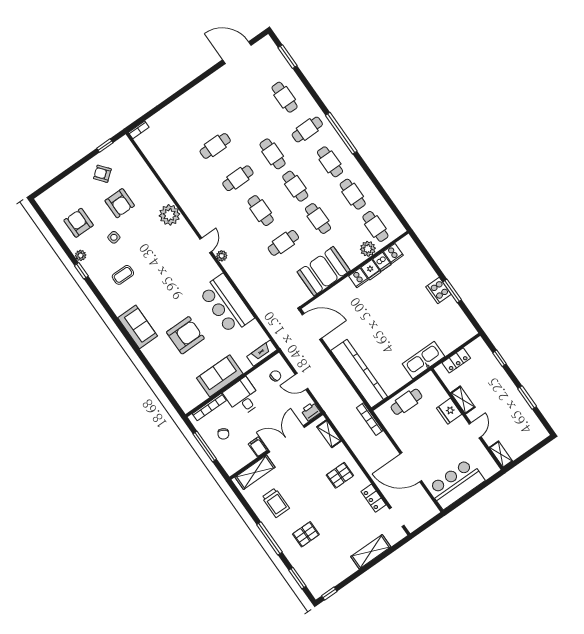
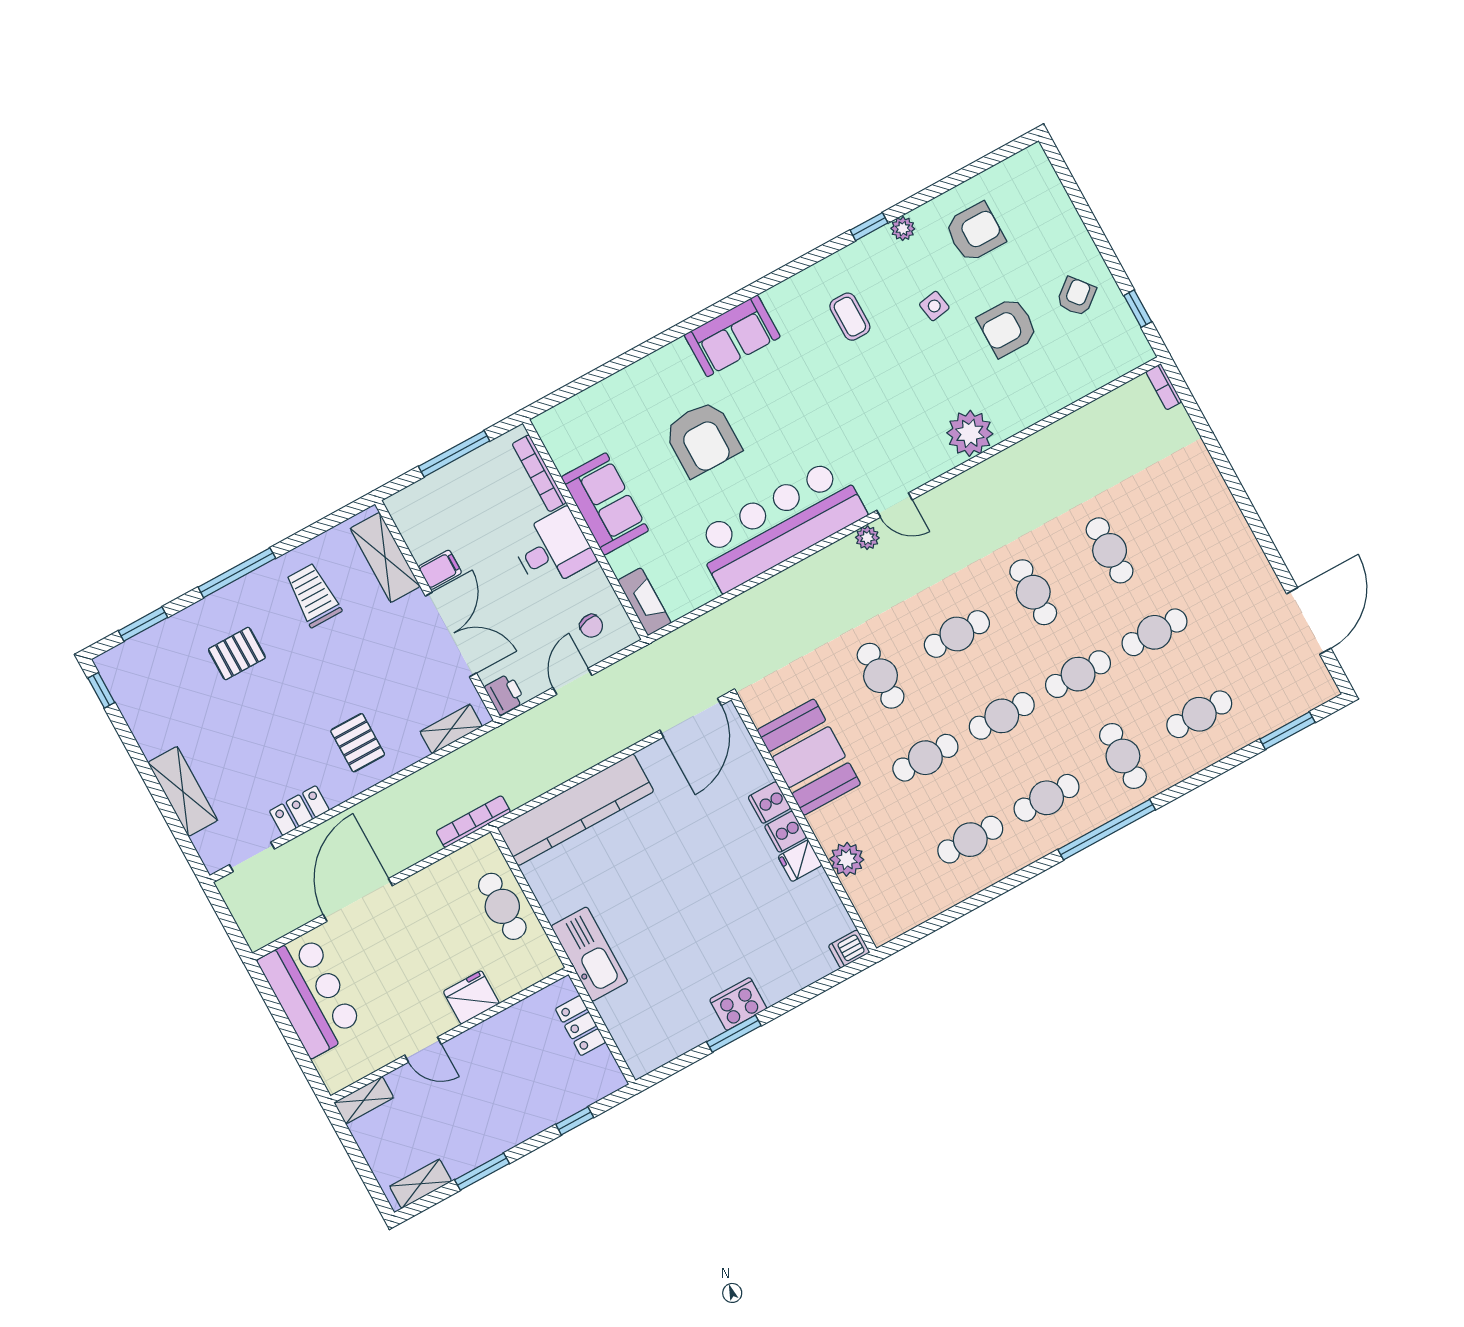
cafe table: (375, 226) -> (1154, 632), moved
cooker: (393, 253) -> (769, 803), moved
dishwasher: (382, 262) -> (849, 949), moved
bar counter: (226, 304) -> (780, 525), width x1.36
shelving: (463, 400) -> (421, 1184), moved
chair: (223, 434) -> (477, 498), removed
trolley: (276, 503) -> (313, 595), turned 90
pallet: (306, 534) -> (237, 654), turned 90

